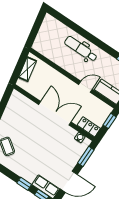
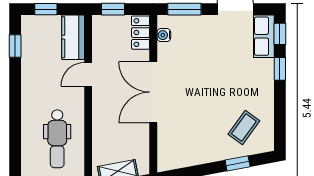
dental chair: (81, 49) -> (57, 139), moved
door: (86, 87) -> (88, 74), hinge flipped

